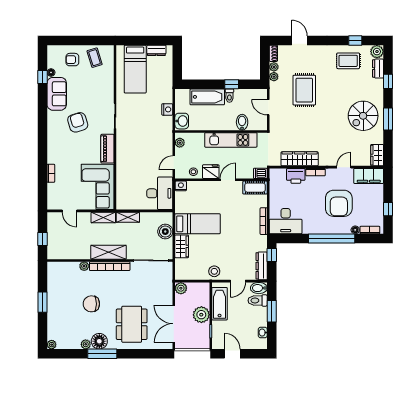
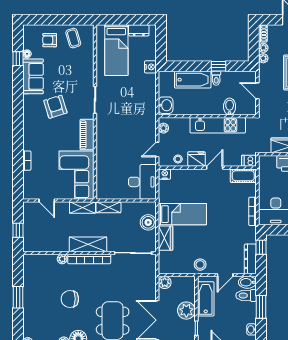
nightstand: (167, 109) -> (150, 67), moved

